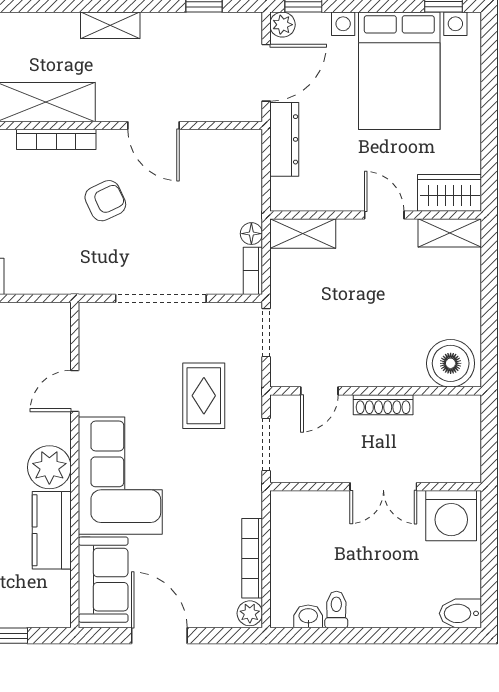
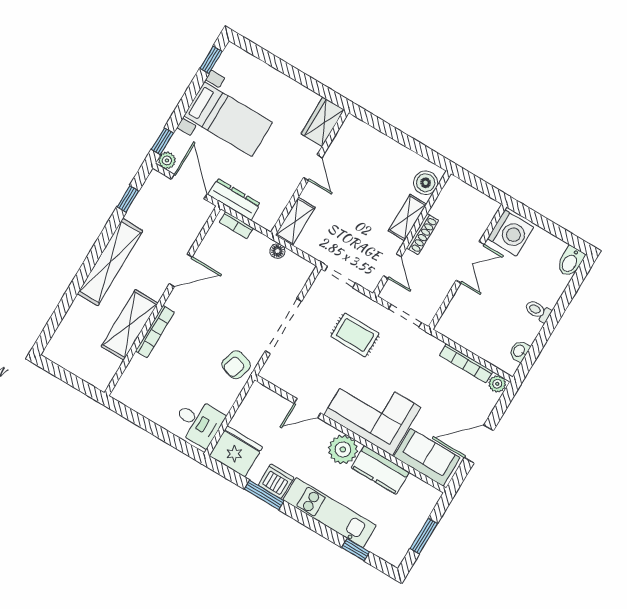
shelving: (110, 25) -> (110, 262), width x2.20, depth x1.33
bed with nightstands: (399, 71) -> (228, 119), width x0.73
armchair: (105, 201) -> (236, 365), moved, turned -138
door: (384, 215) -> (313, 167), swing flipped
shelving: (450, 233) -> (407, 218), moved
bookcase: (253, 271) -> (236, 225), moved
boiler: (451, 363) -> (426, 183), width x0.73, depth x0.73
door: (75, 391) -> (307, 408), hinge flipped
toilet: (336, 609) -> (538, 311), moved

